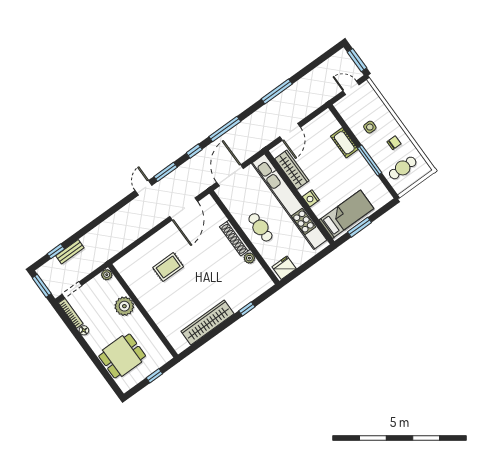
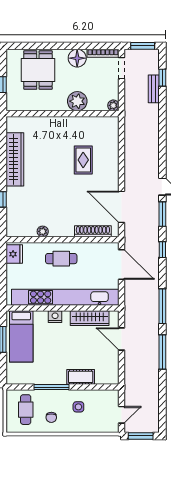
window: (225, 129) -> (162, 306), moved
shoe rack: (235, 238) -> (93, 231), moved
floor lamp: (84, 330) -> (77, 58), width x1.89, depth x1.89

